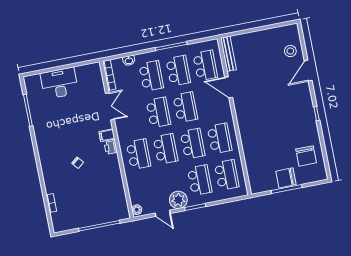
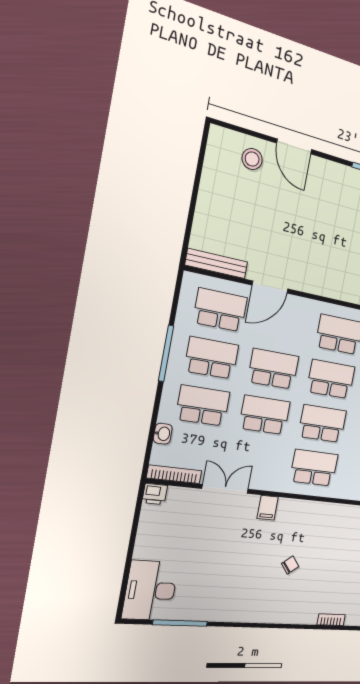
desk: (59, 83) -> (150, 590), moved
printer: (111, 147) -> (155, 494), moved

